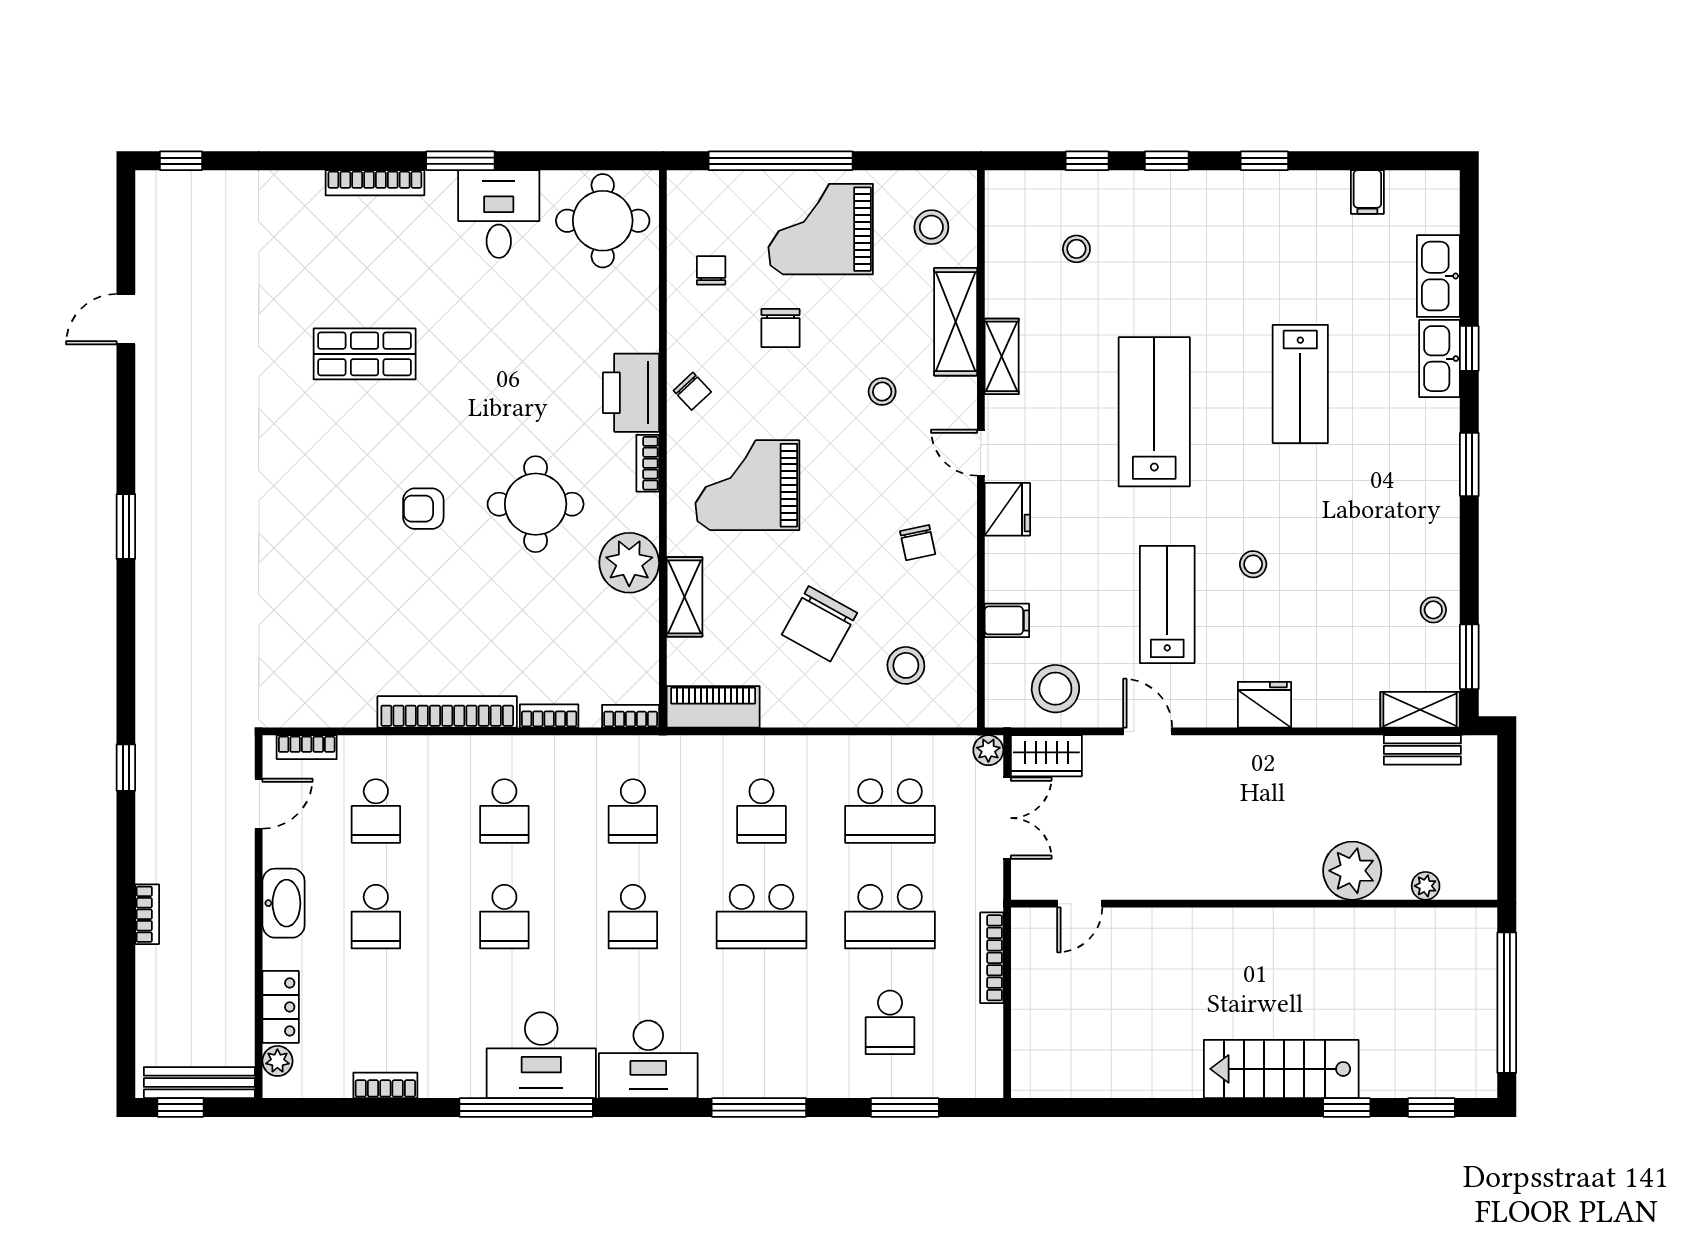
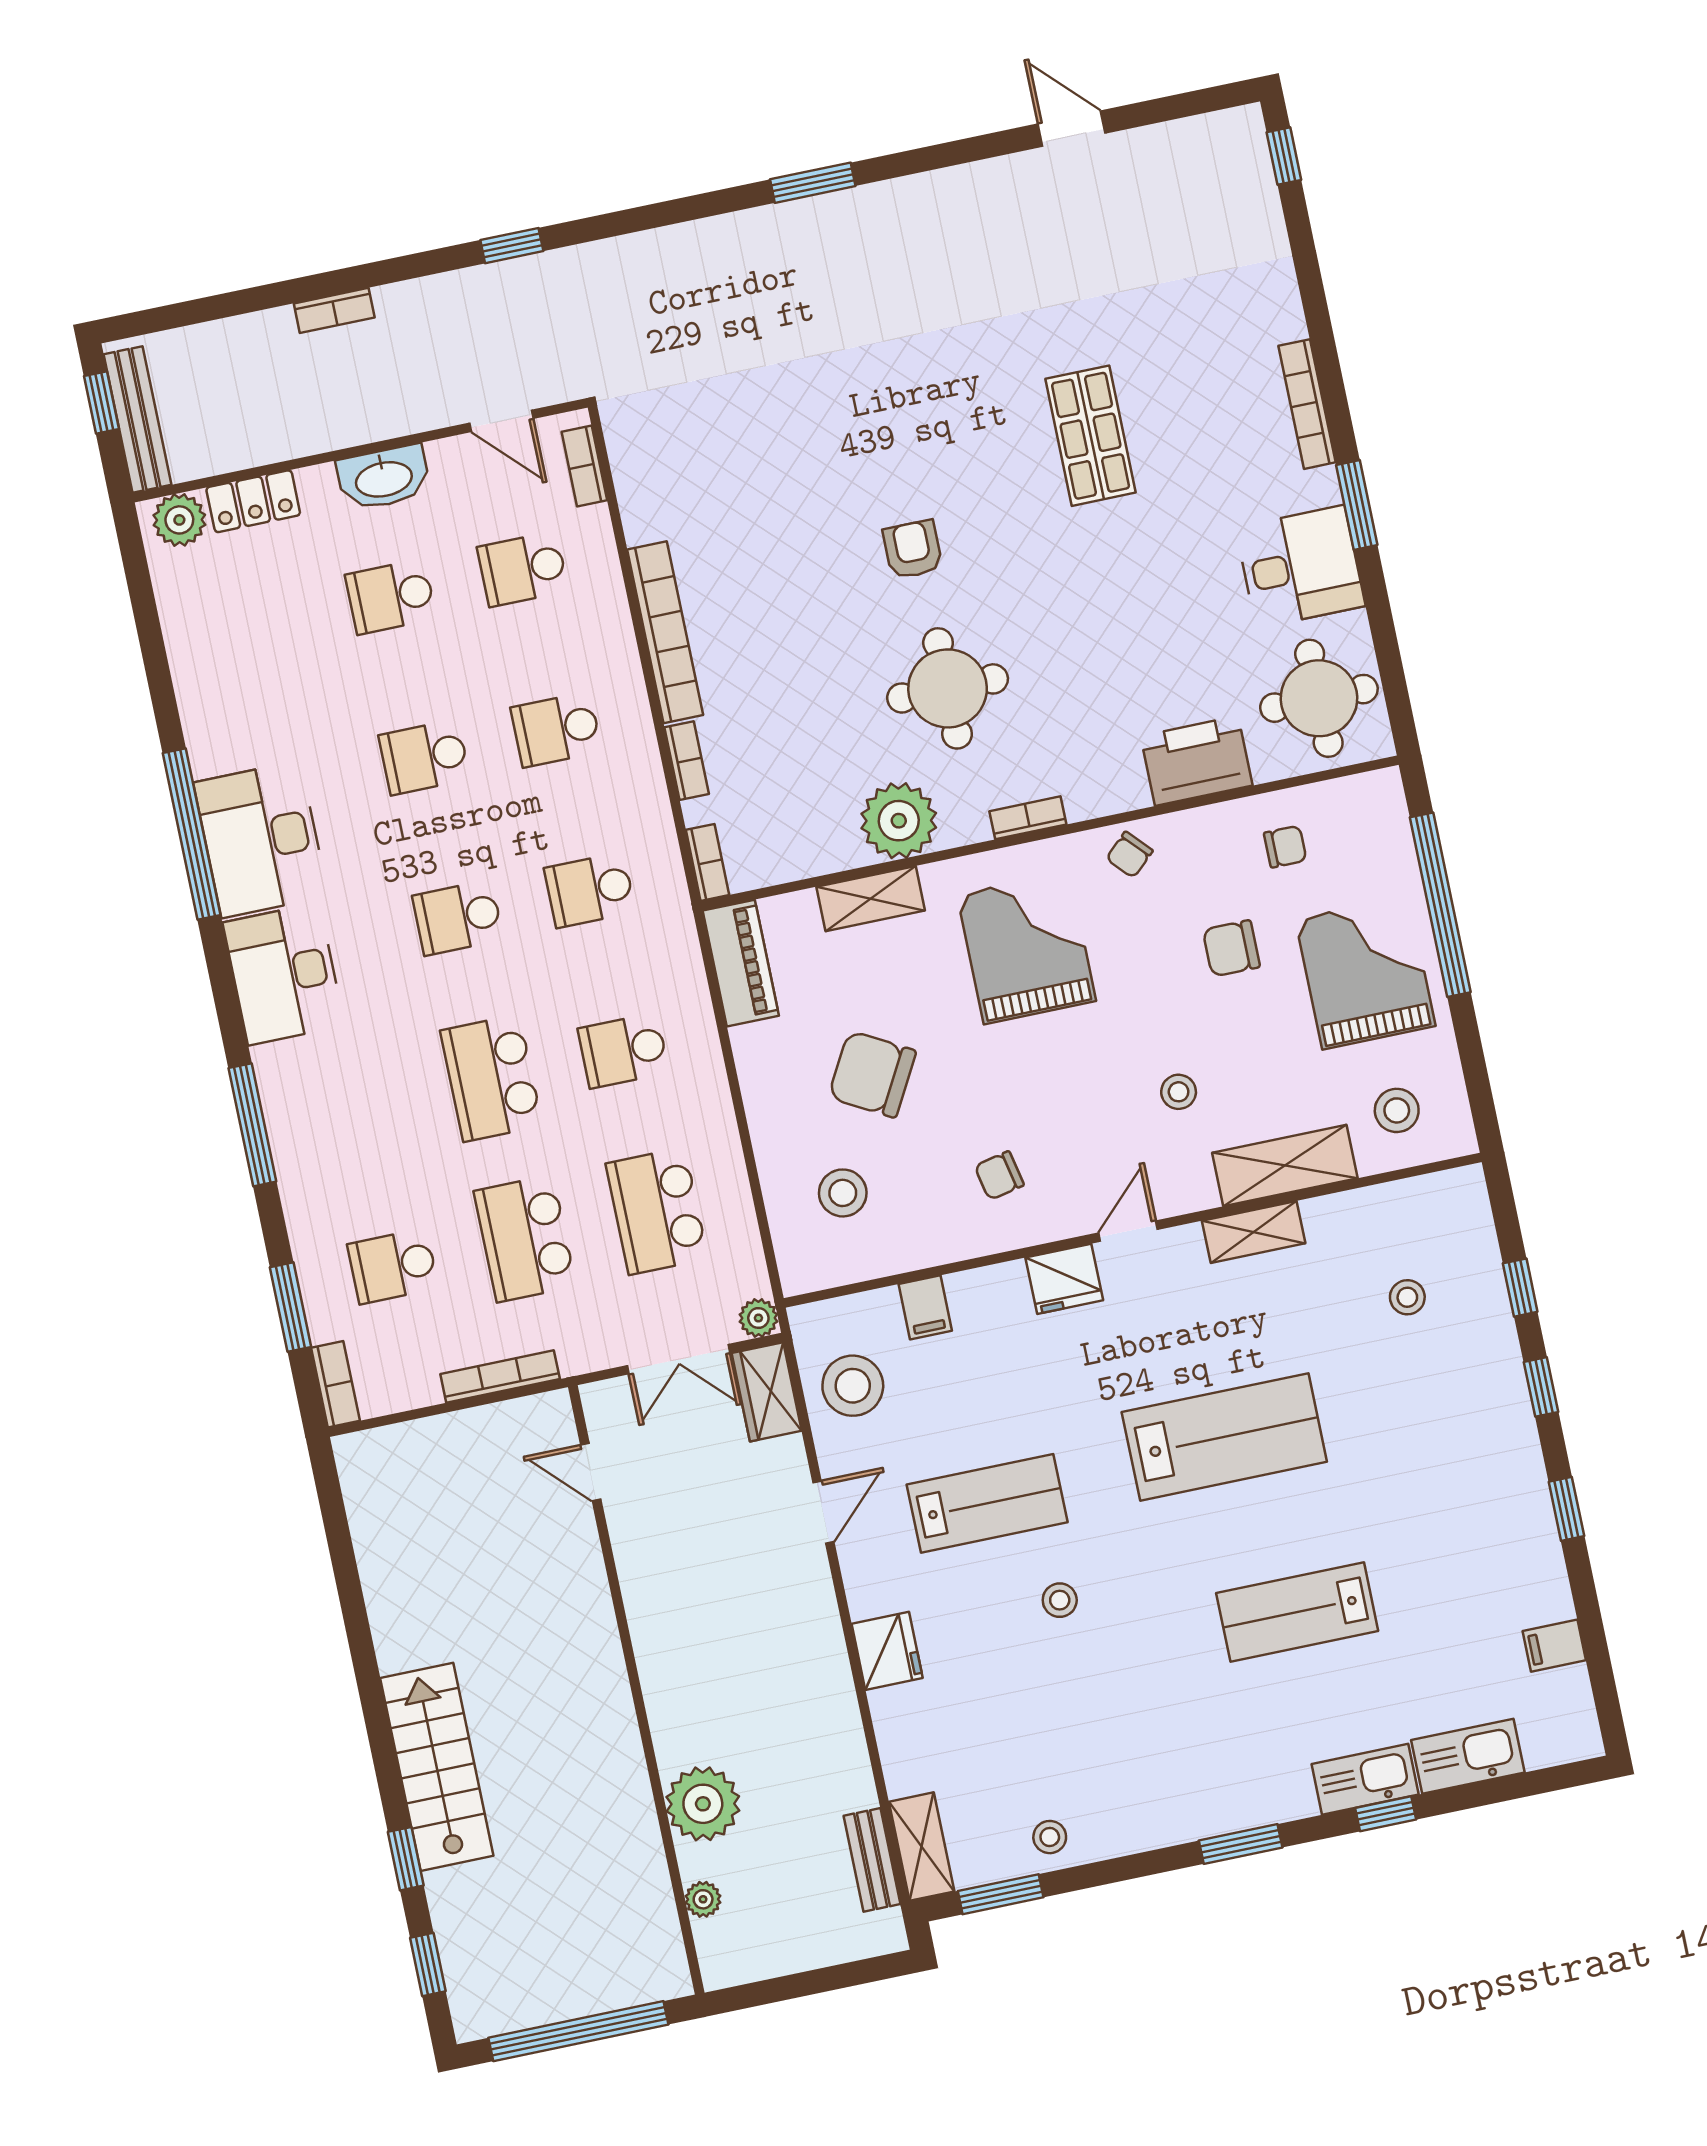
printer: (631, 393) -> (1197, 761), moved
plant: (277, 1061) -> (179, 520), width x1.38, depth x1.38
bookcase: (385, 1085) -> (335, 1384), moved

